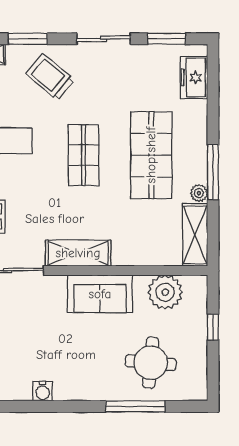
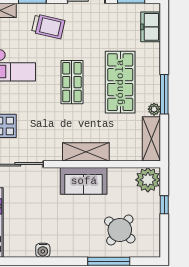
trolley: (50, 77) -> (48, 26), turned 153
shelving: (78, 253) -> (86, 152), moved
plant: (165, 292) -> (148, 180), moved
round table: (151, 363) -> (120, 230), turned 34

